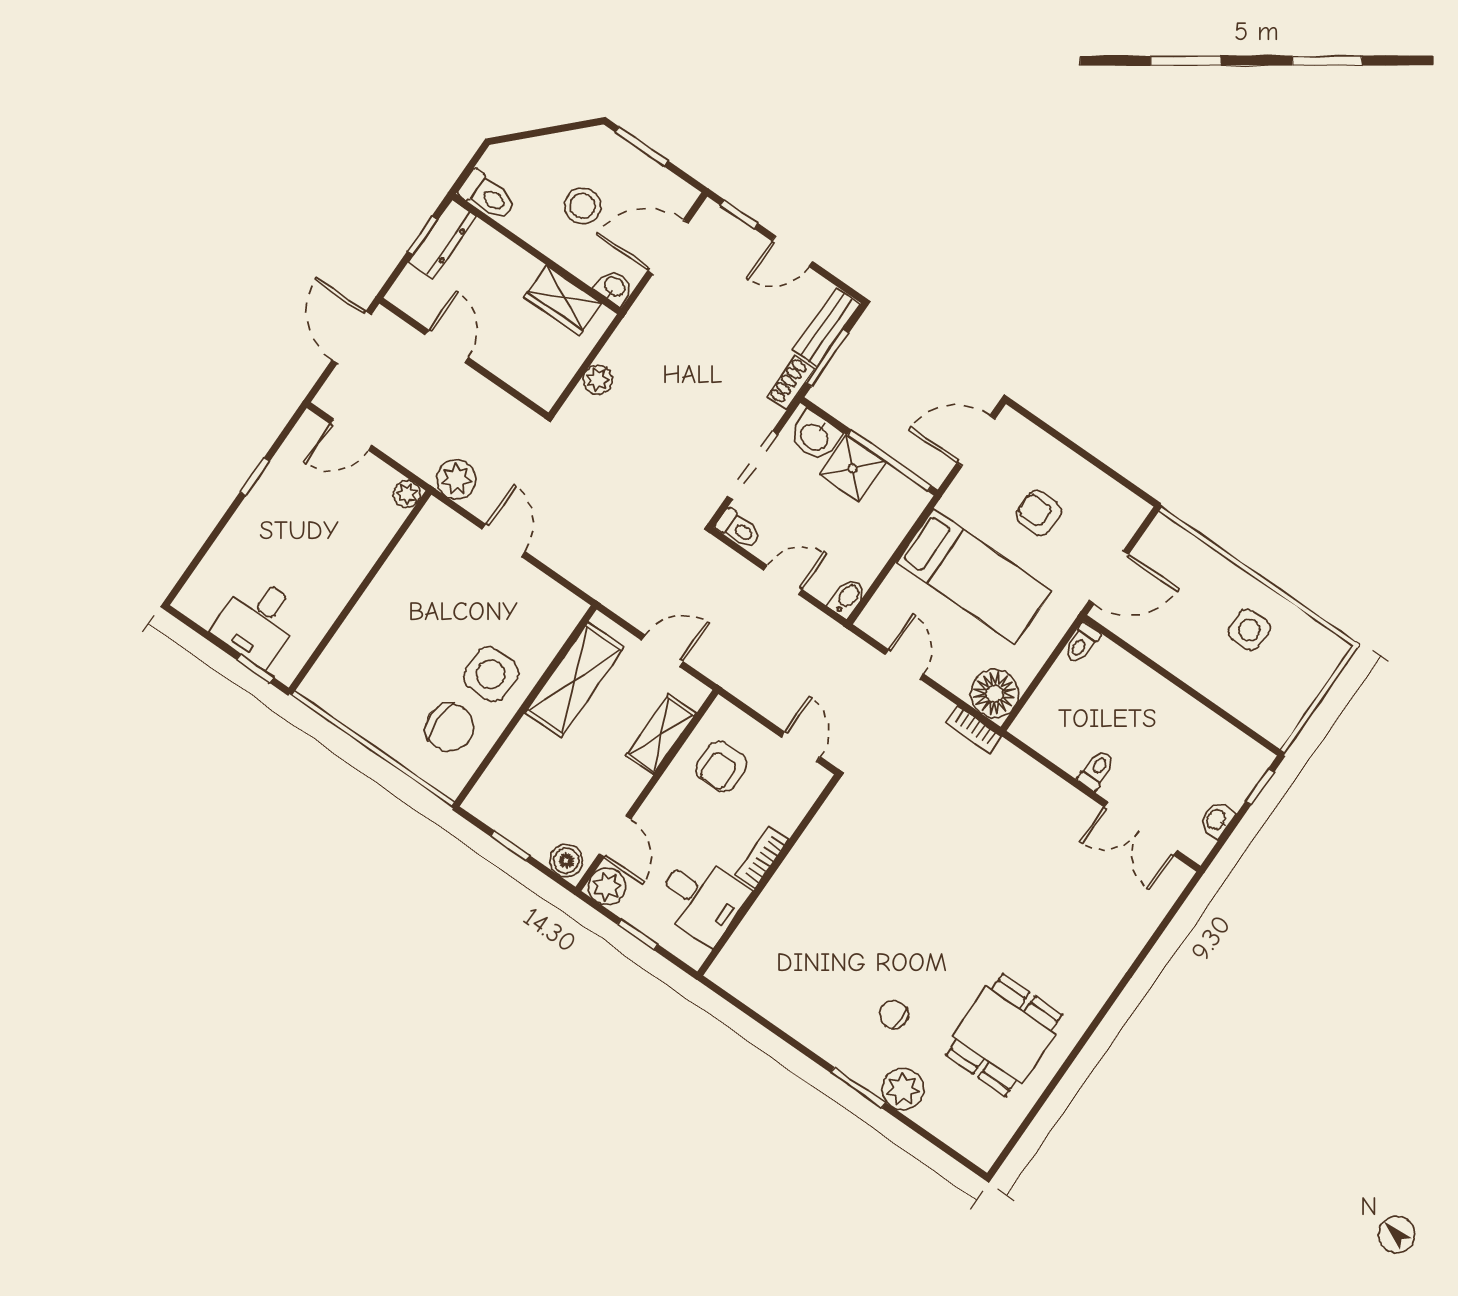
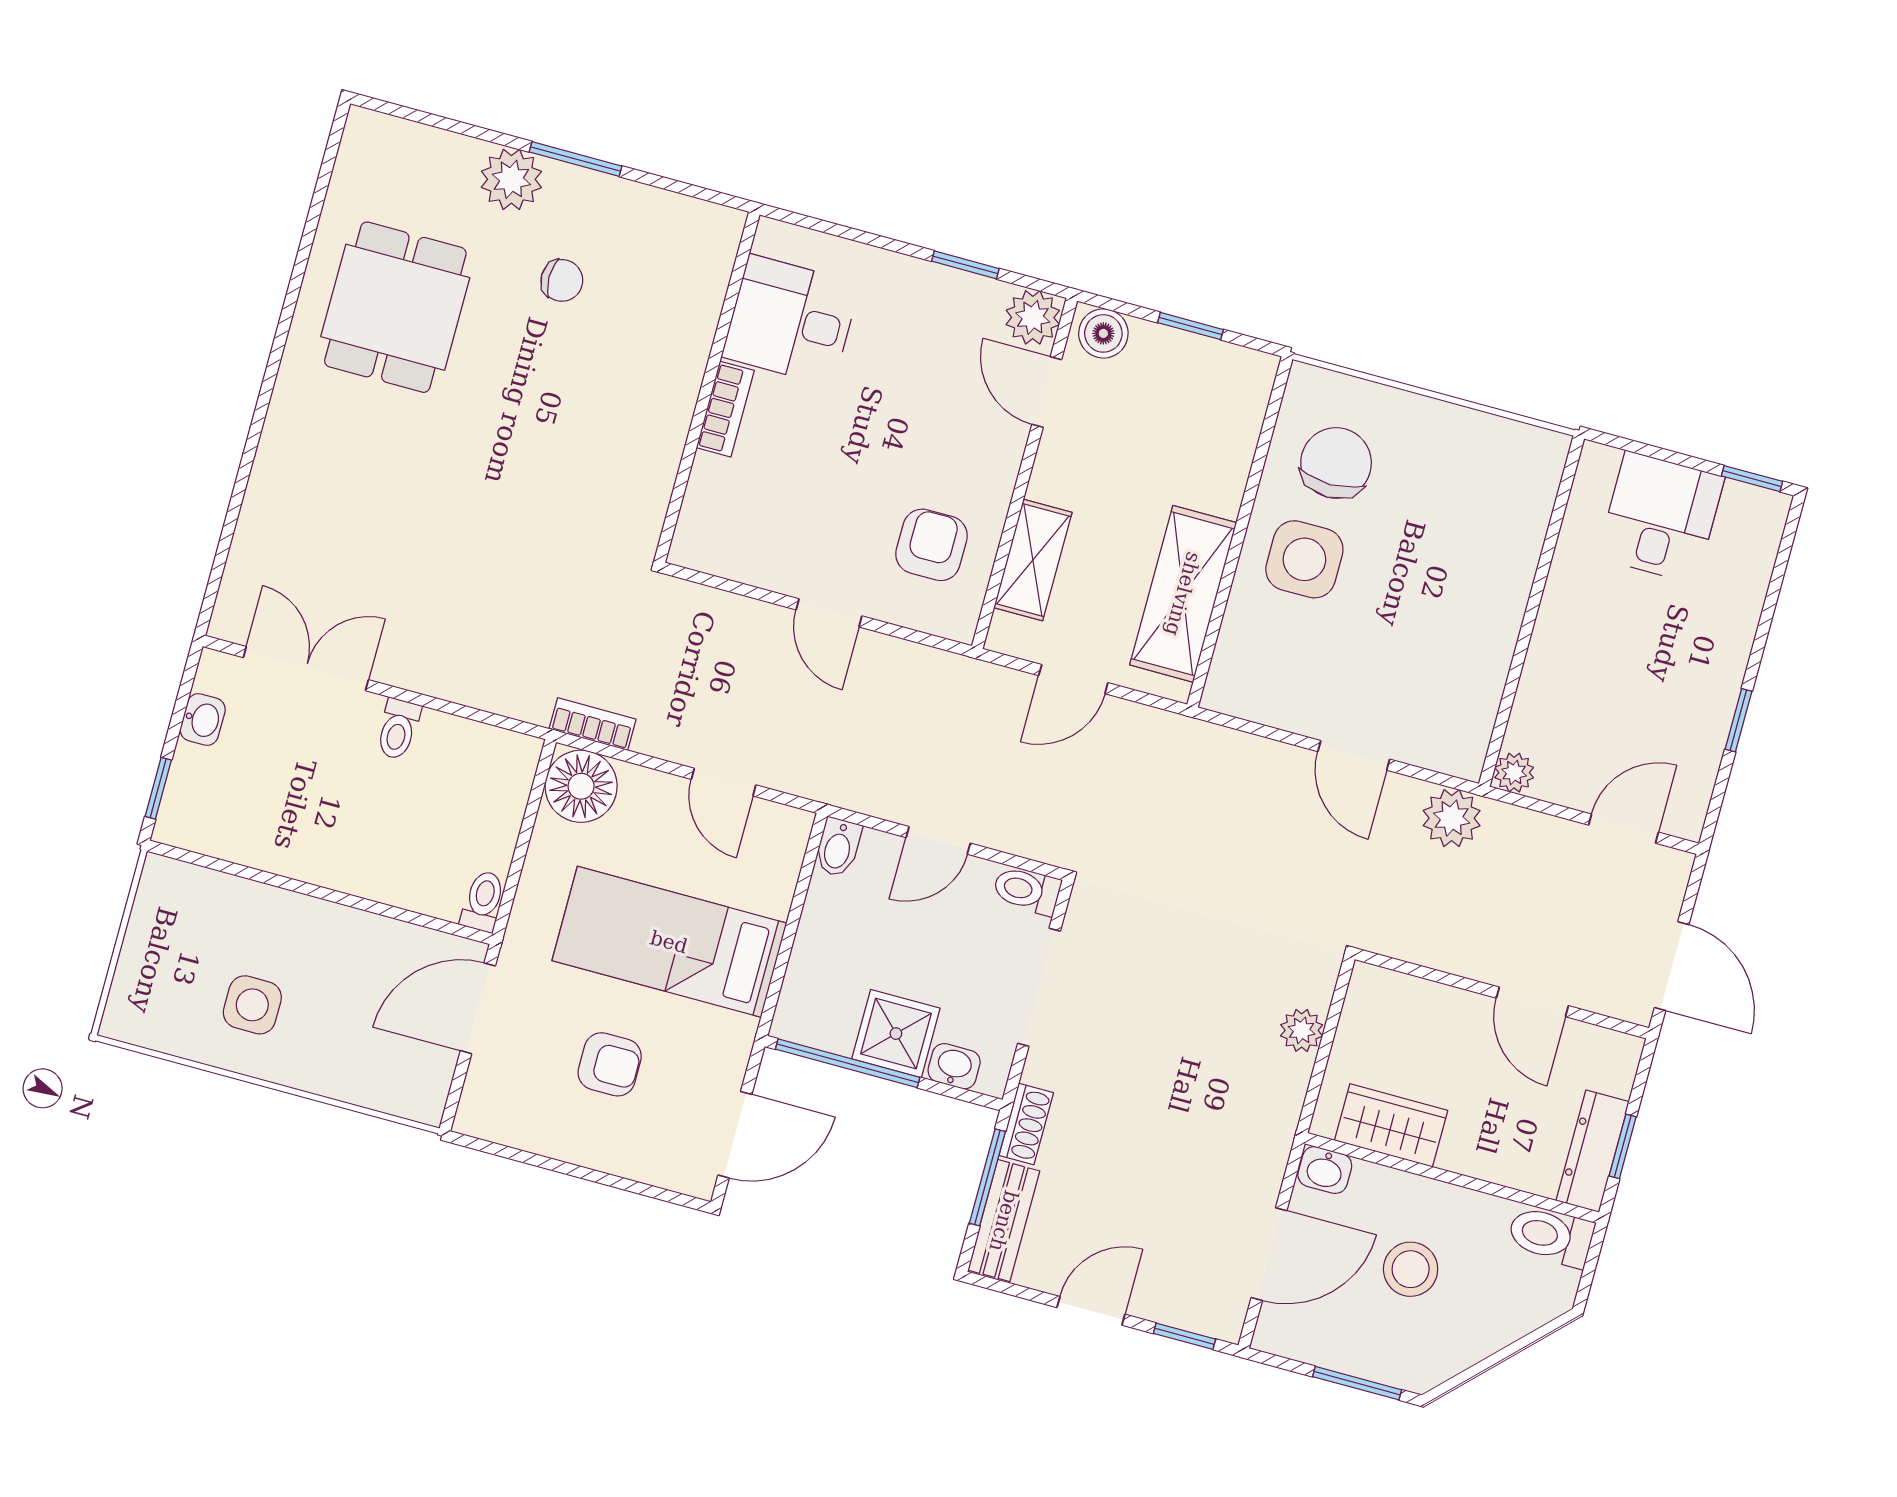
washbasin: (815, 436) -> (954, 1066), width x0.72, depth x0.69
window: (255, 669) -> (1752, 479), moved
chair: (450, 728) -> (1336, 463), turned 90
bookcase: (762, 857) -> (725, 409), moved
wall: (769, 875) -> (707, 387), moved
desk: (701, 898) -> (791, 320), moved

